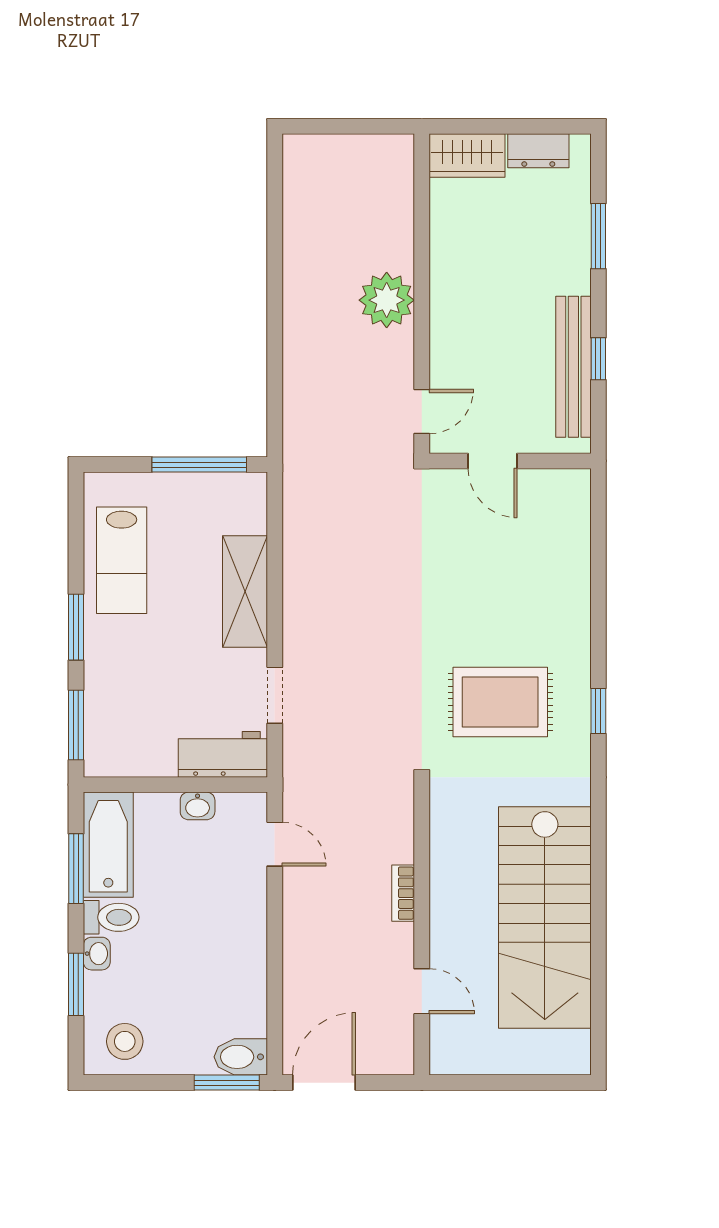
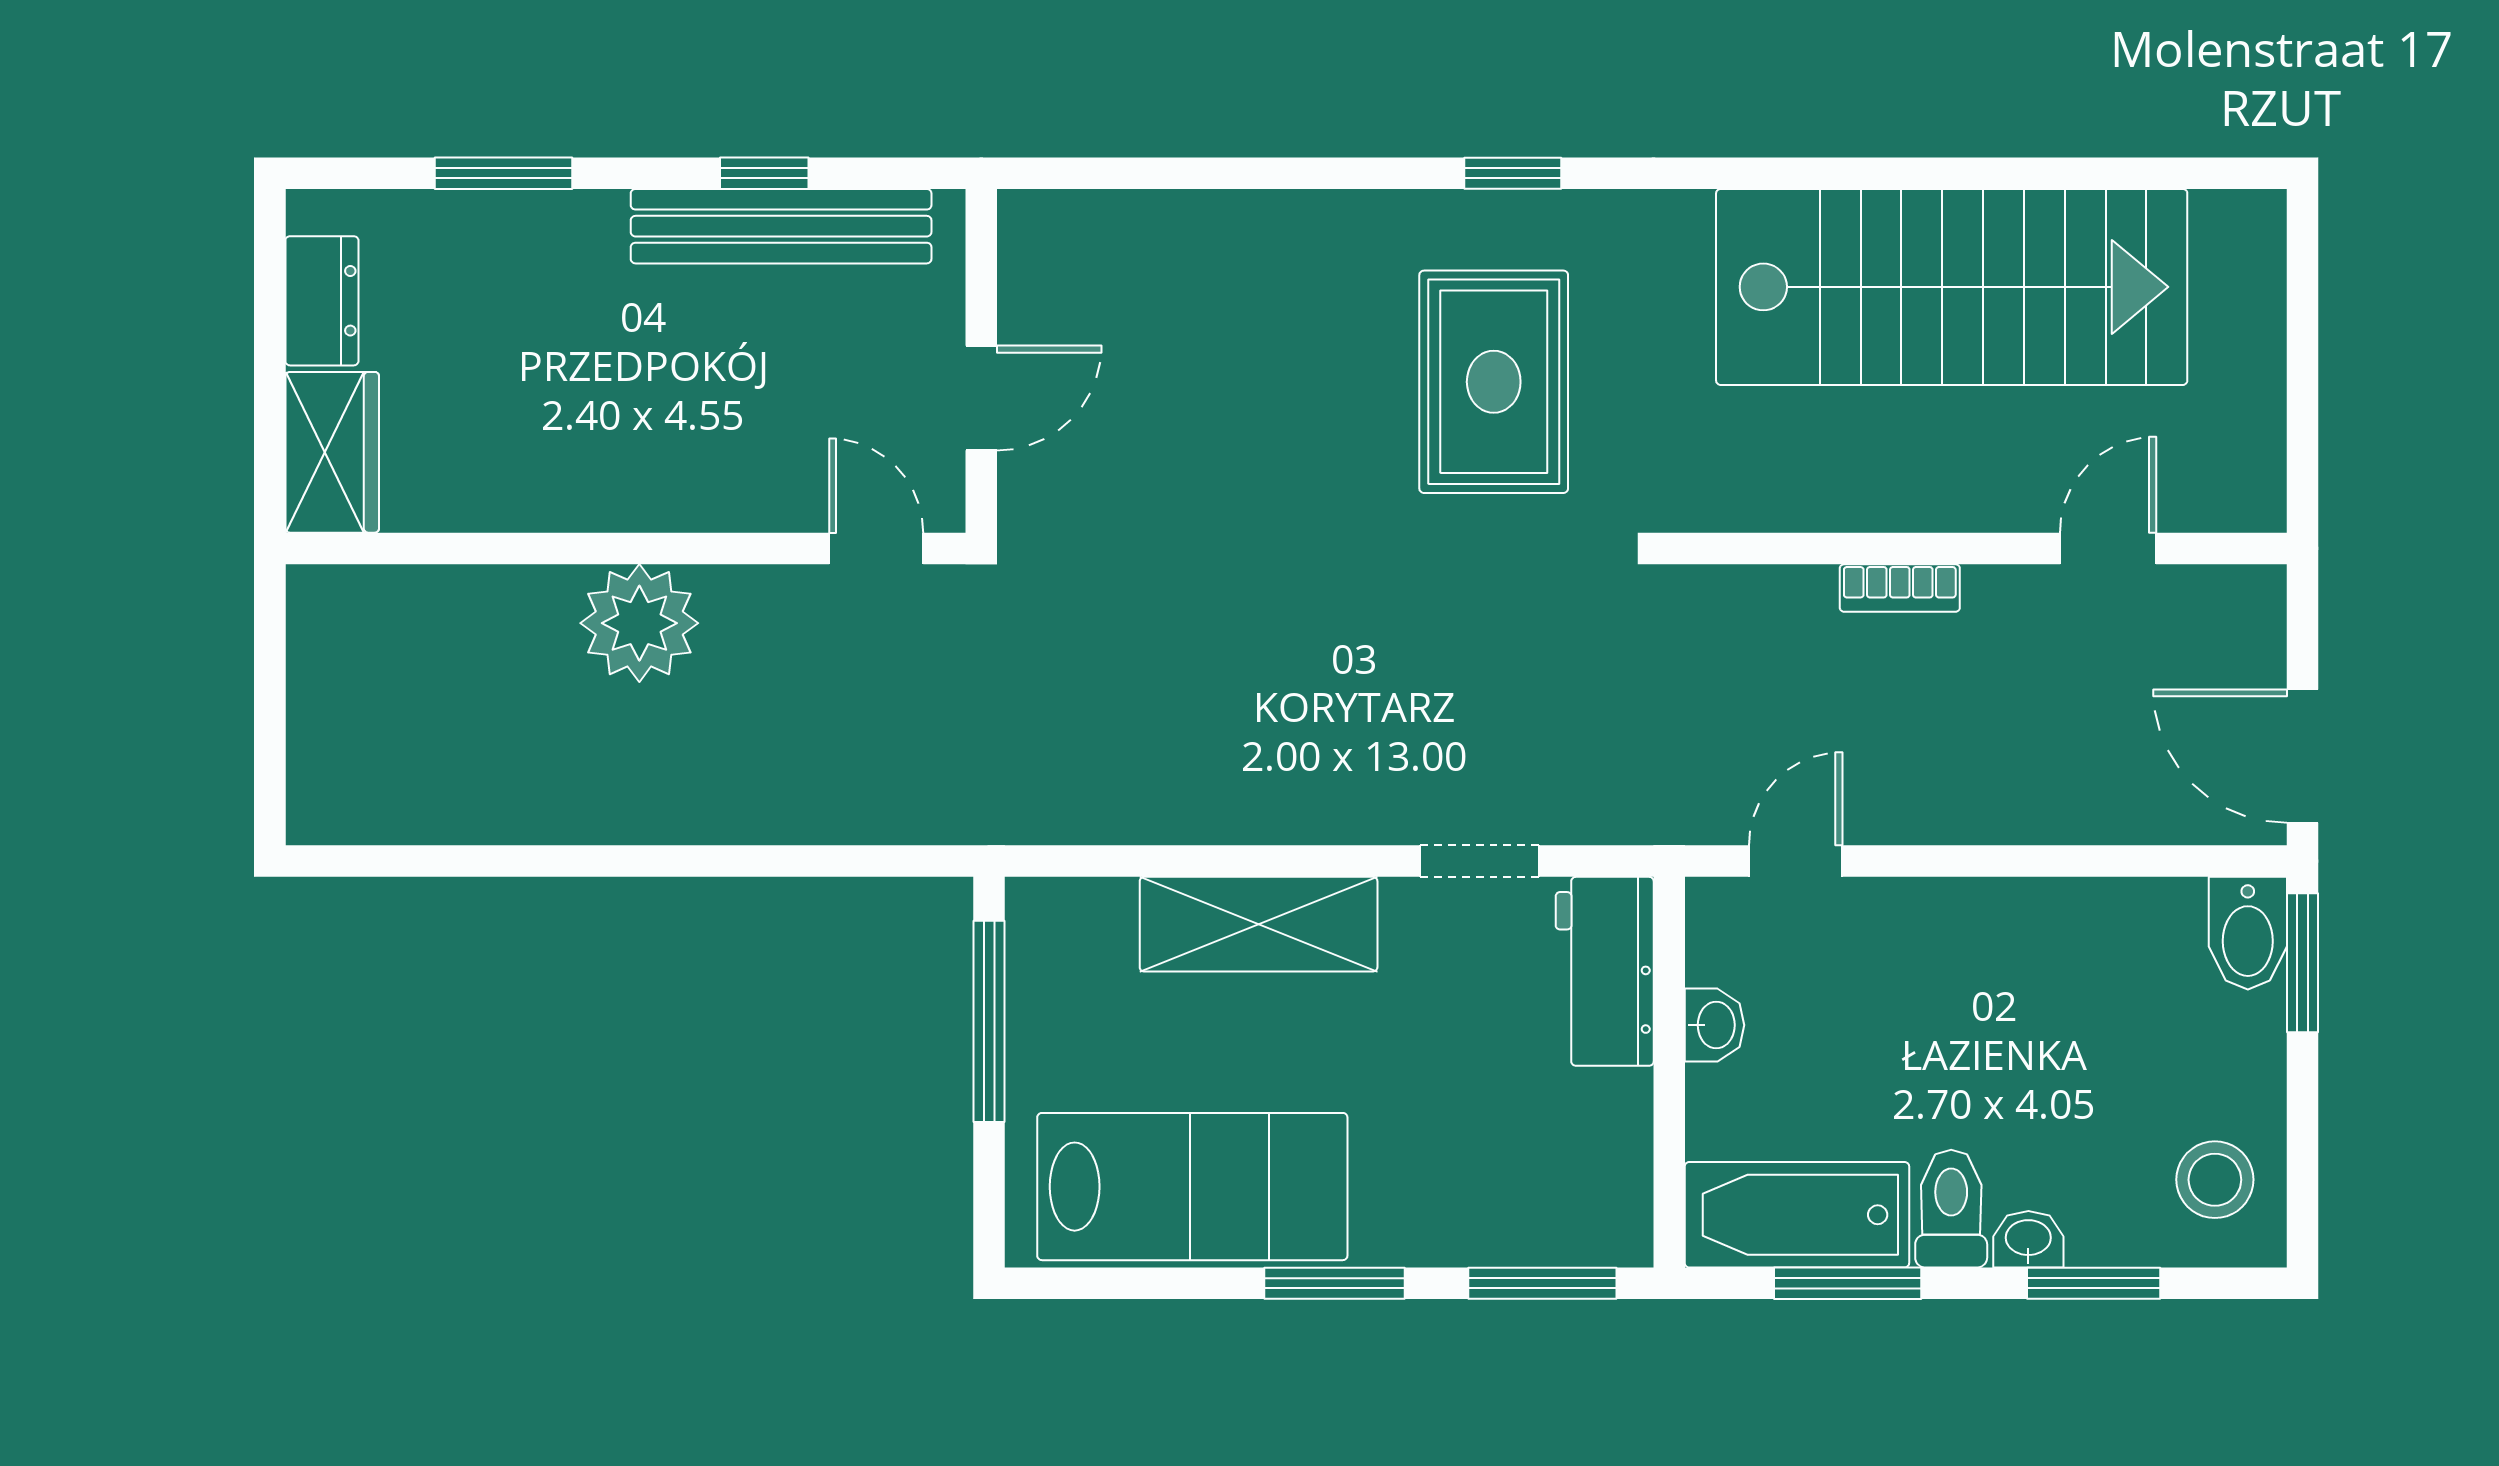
lab bench: (122, 560) -> (1192, 1187), width x1.36, depth x1.39

